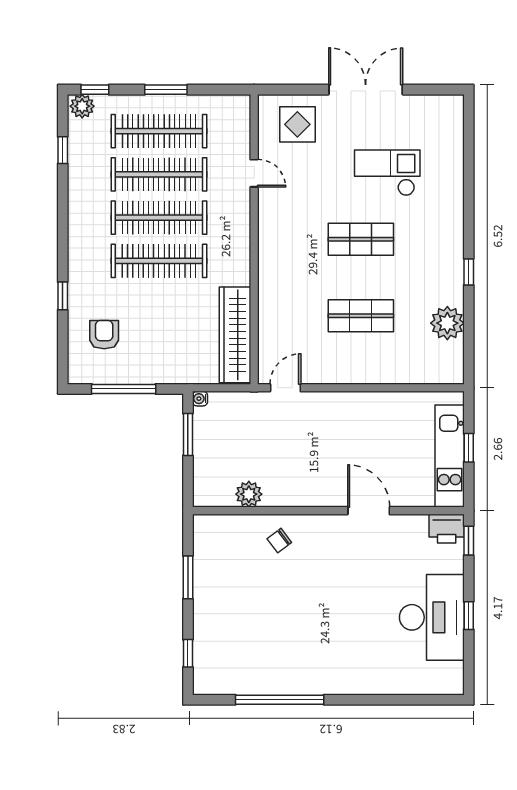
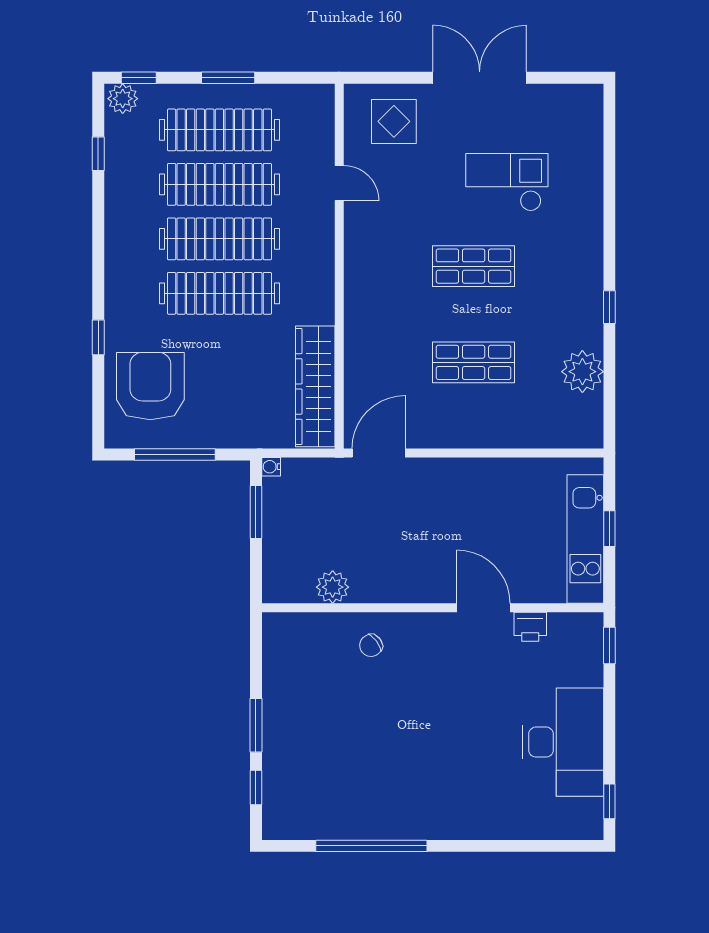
armchair: (104, 335) -> (150, 386), width x1.88, depth x1.88
door: (285, 388) -> (379, 453), width x1.38
printer: (447, 529) -> (530, 627), moved, width x0.73, depth x0.81
window: (188, 577) -> (256, 725), moved
window: (469, 616) -> (609, 801), moved

